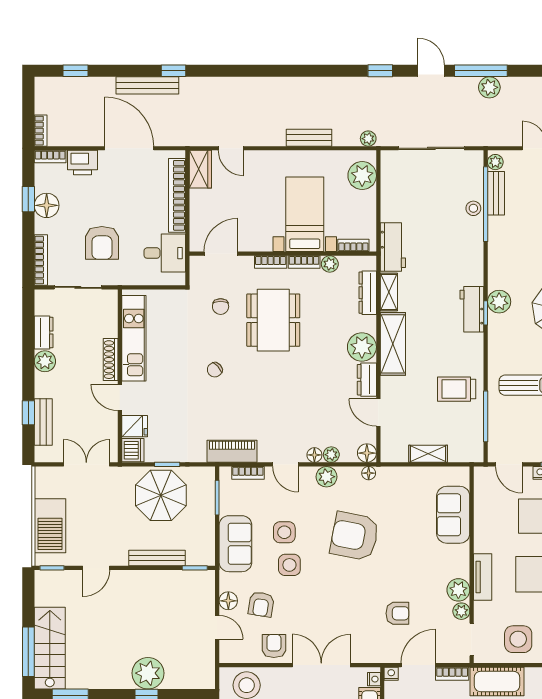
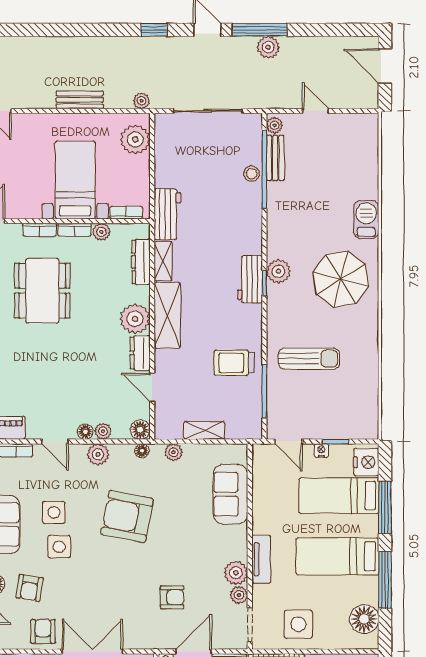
plant: (399, 475) -> (174, 452), added

